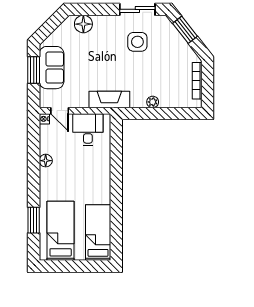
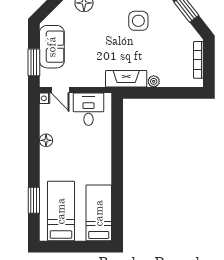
window: (34, 70) -> (34, 62), moved
fireplace: (109, 99) -> (126, 79), moved

